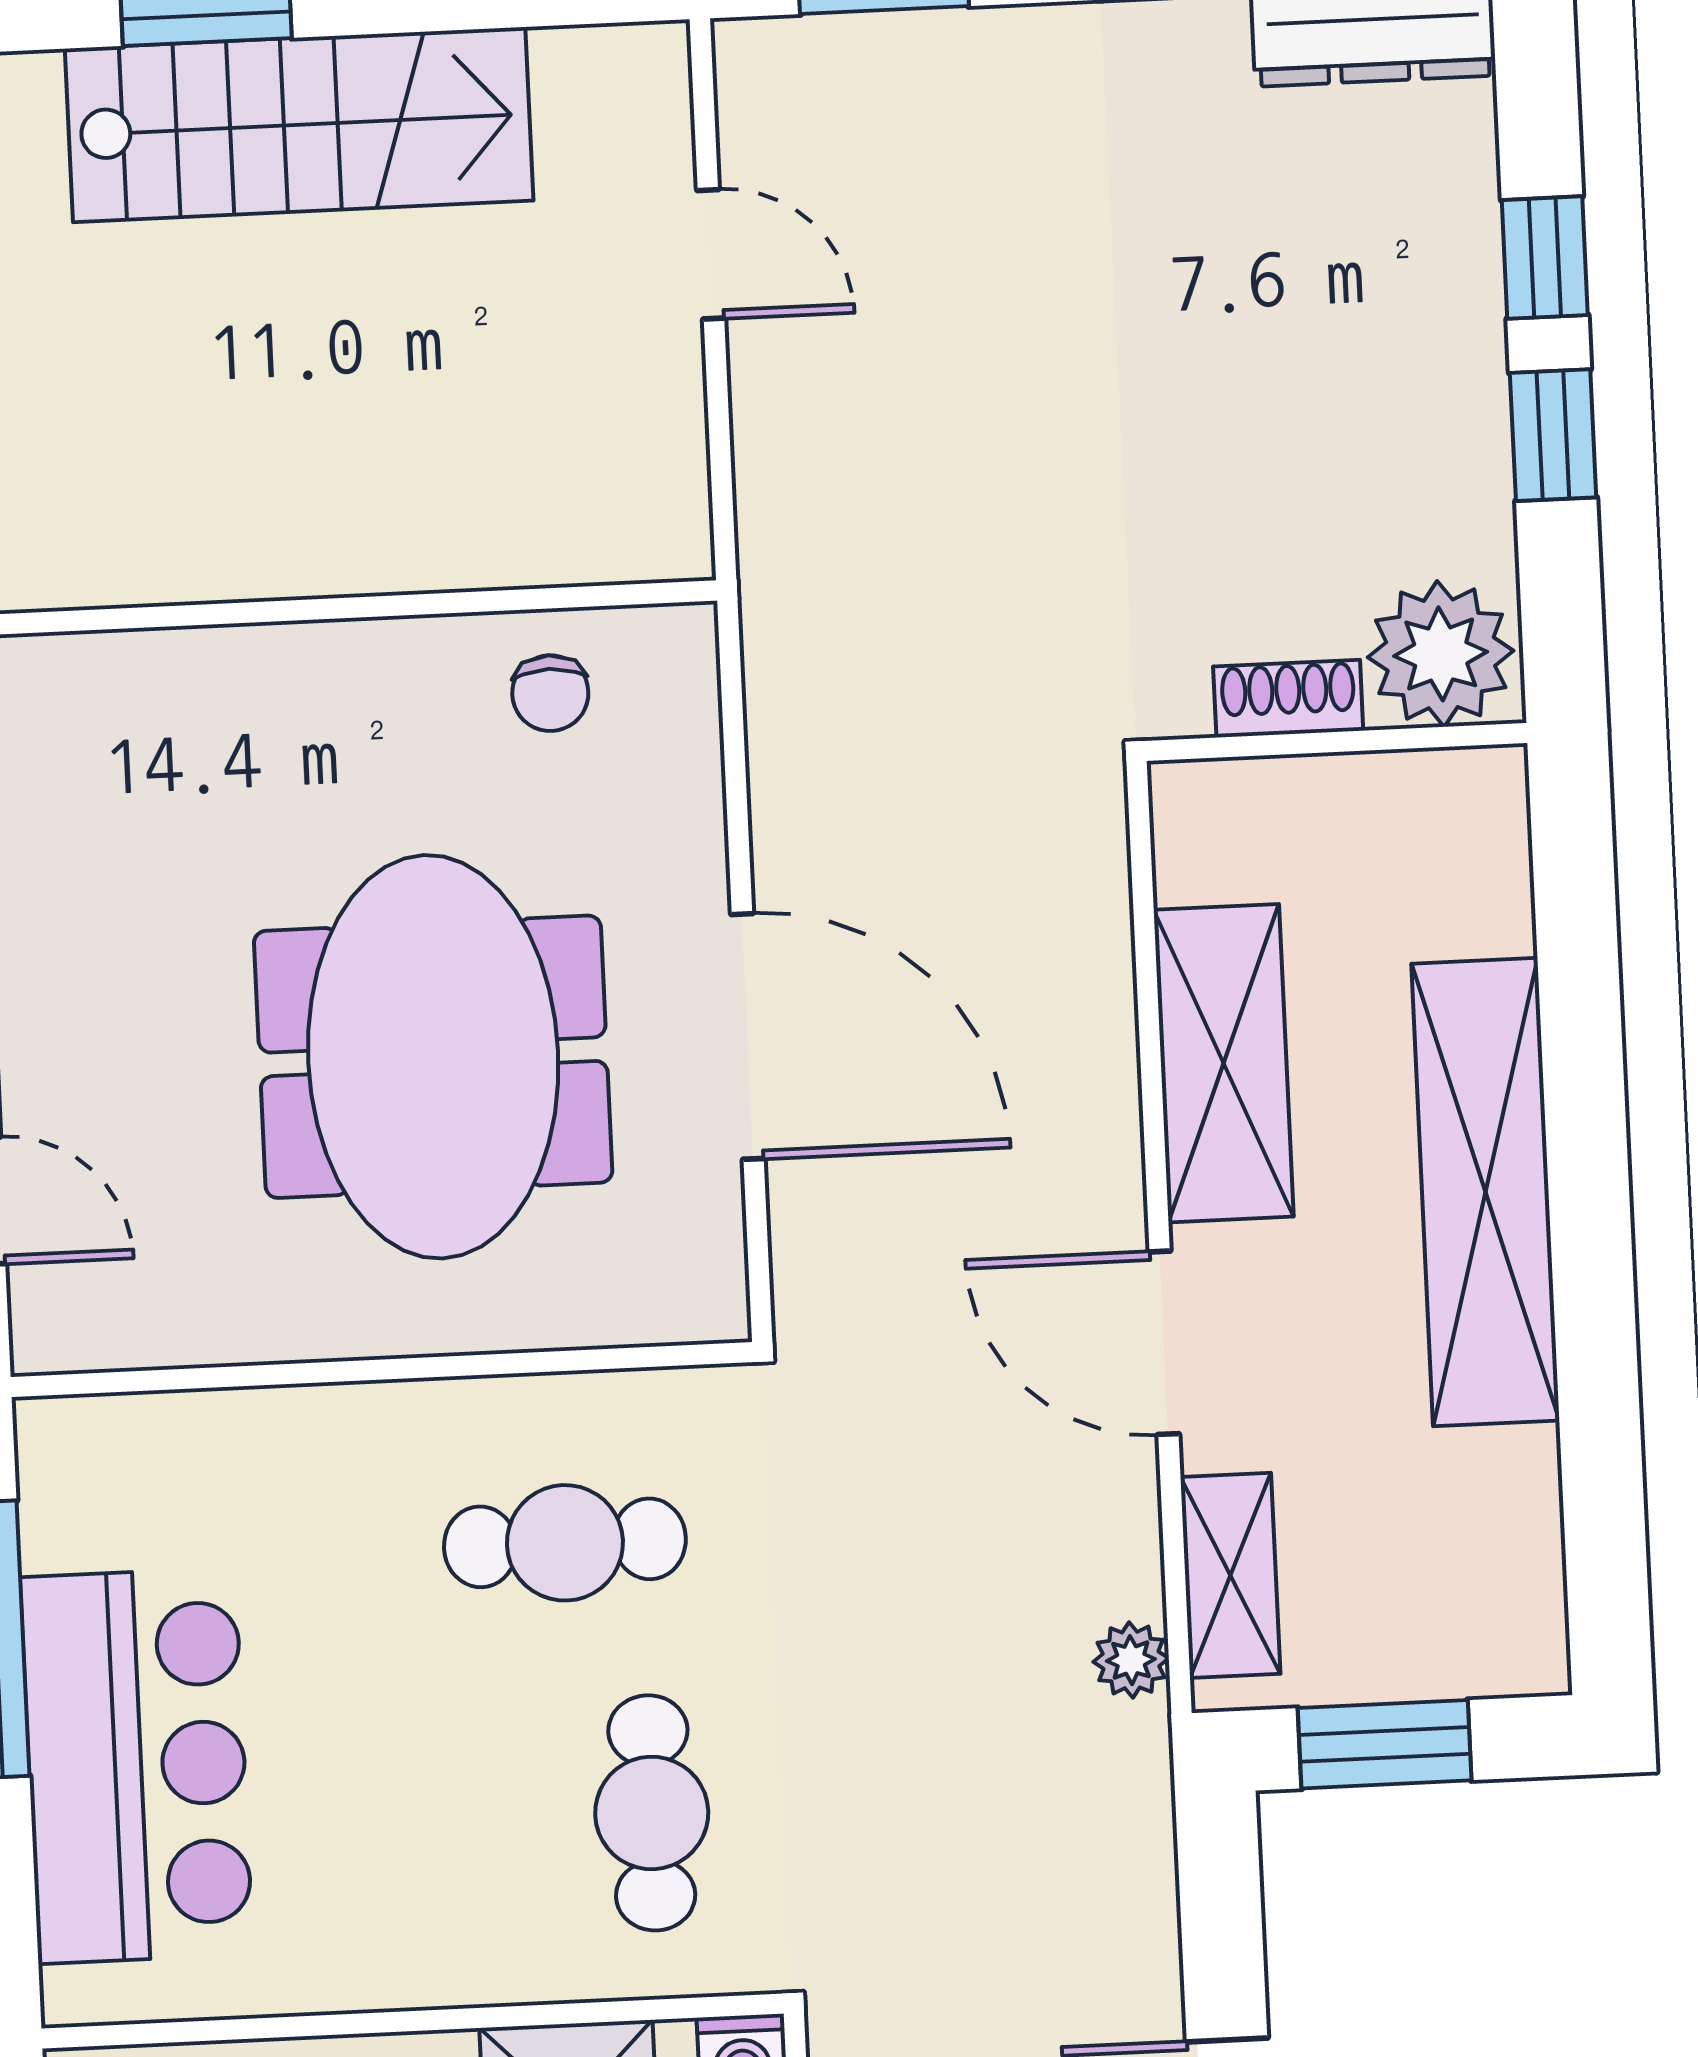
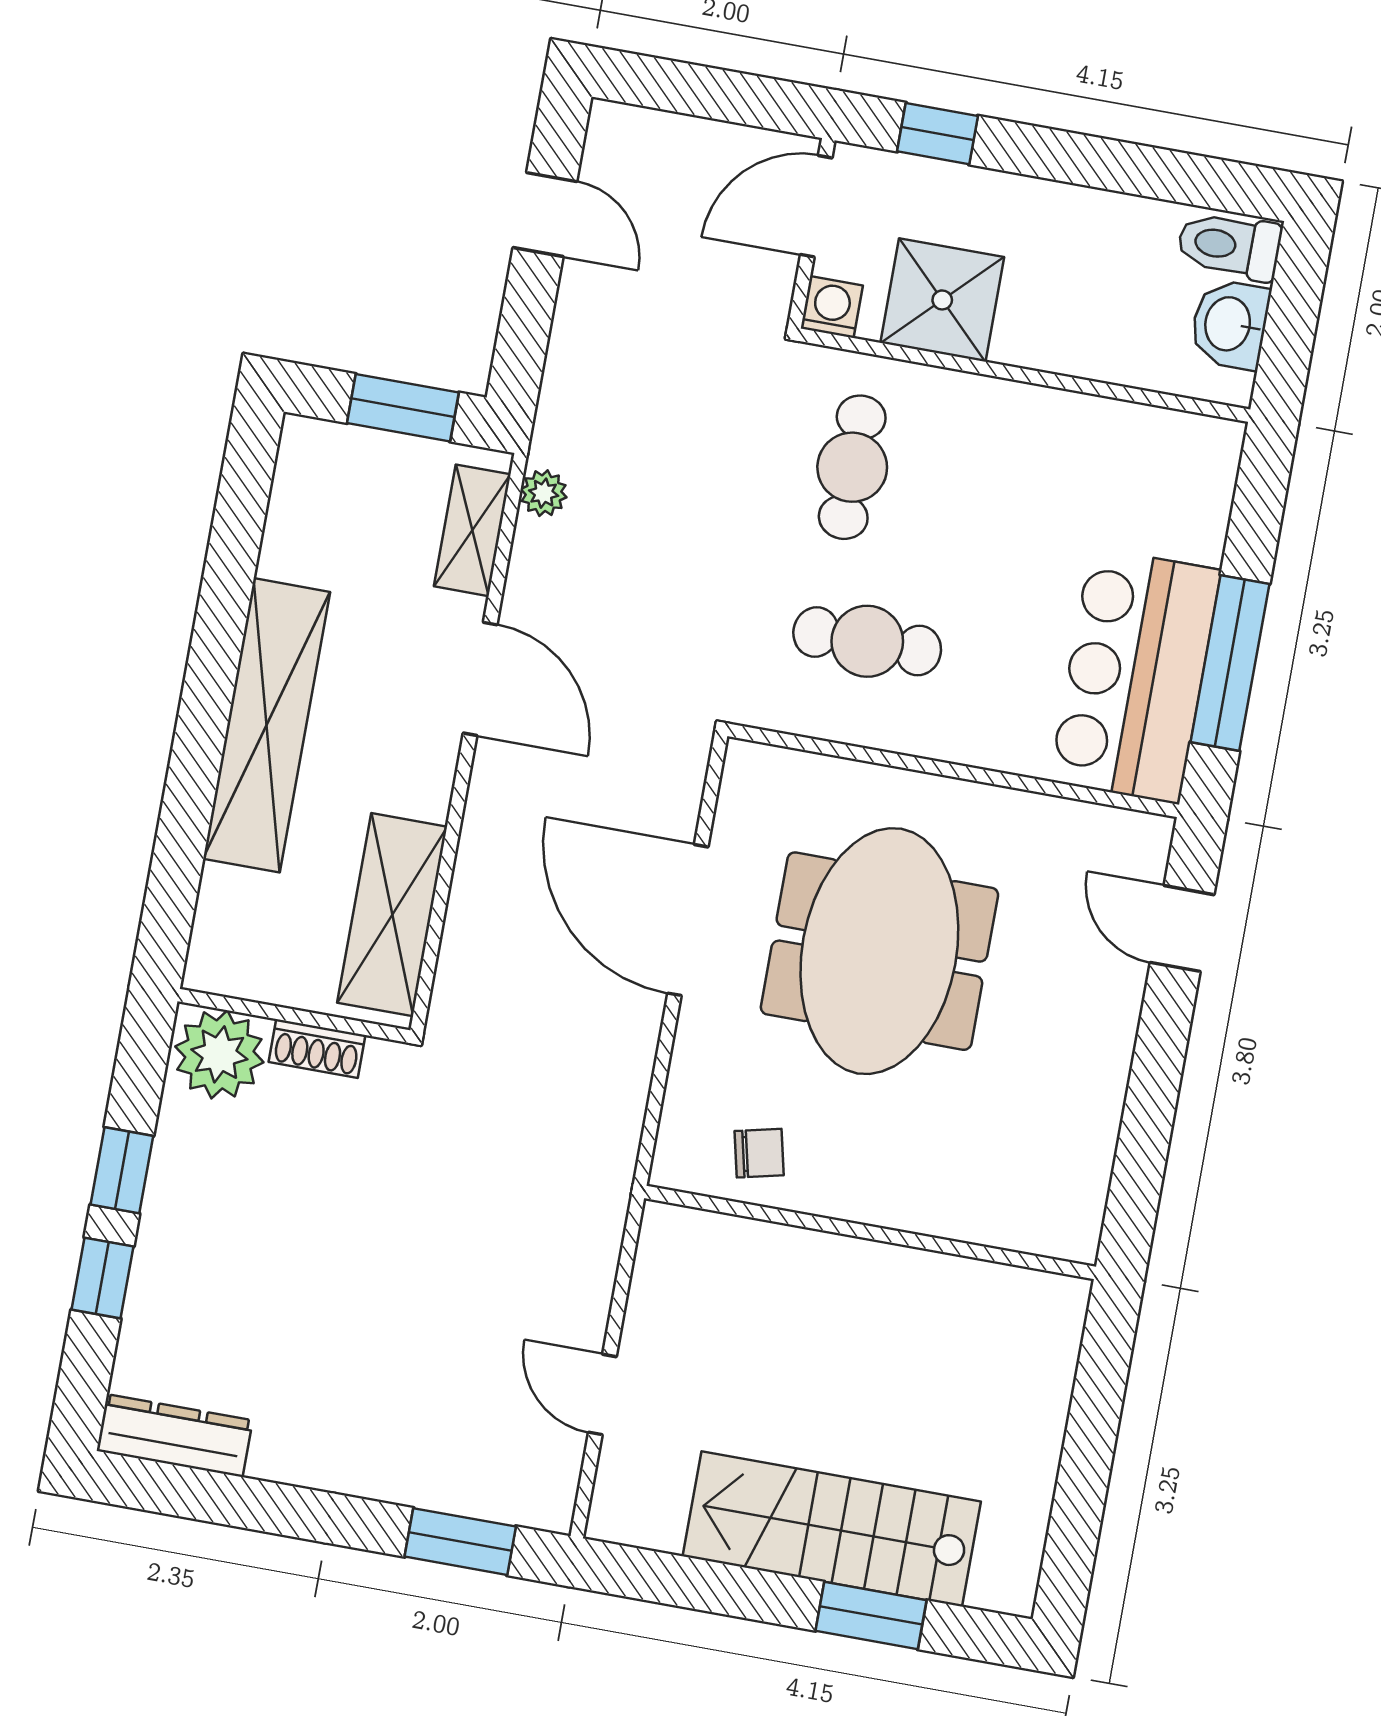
chair: (550, 693) -> (759, 1153), turned 77
shelving: (1224, 1063) -> (392, 915), moved
bar counter: (137, 1766) -> (1135, 676), moved

